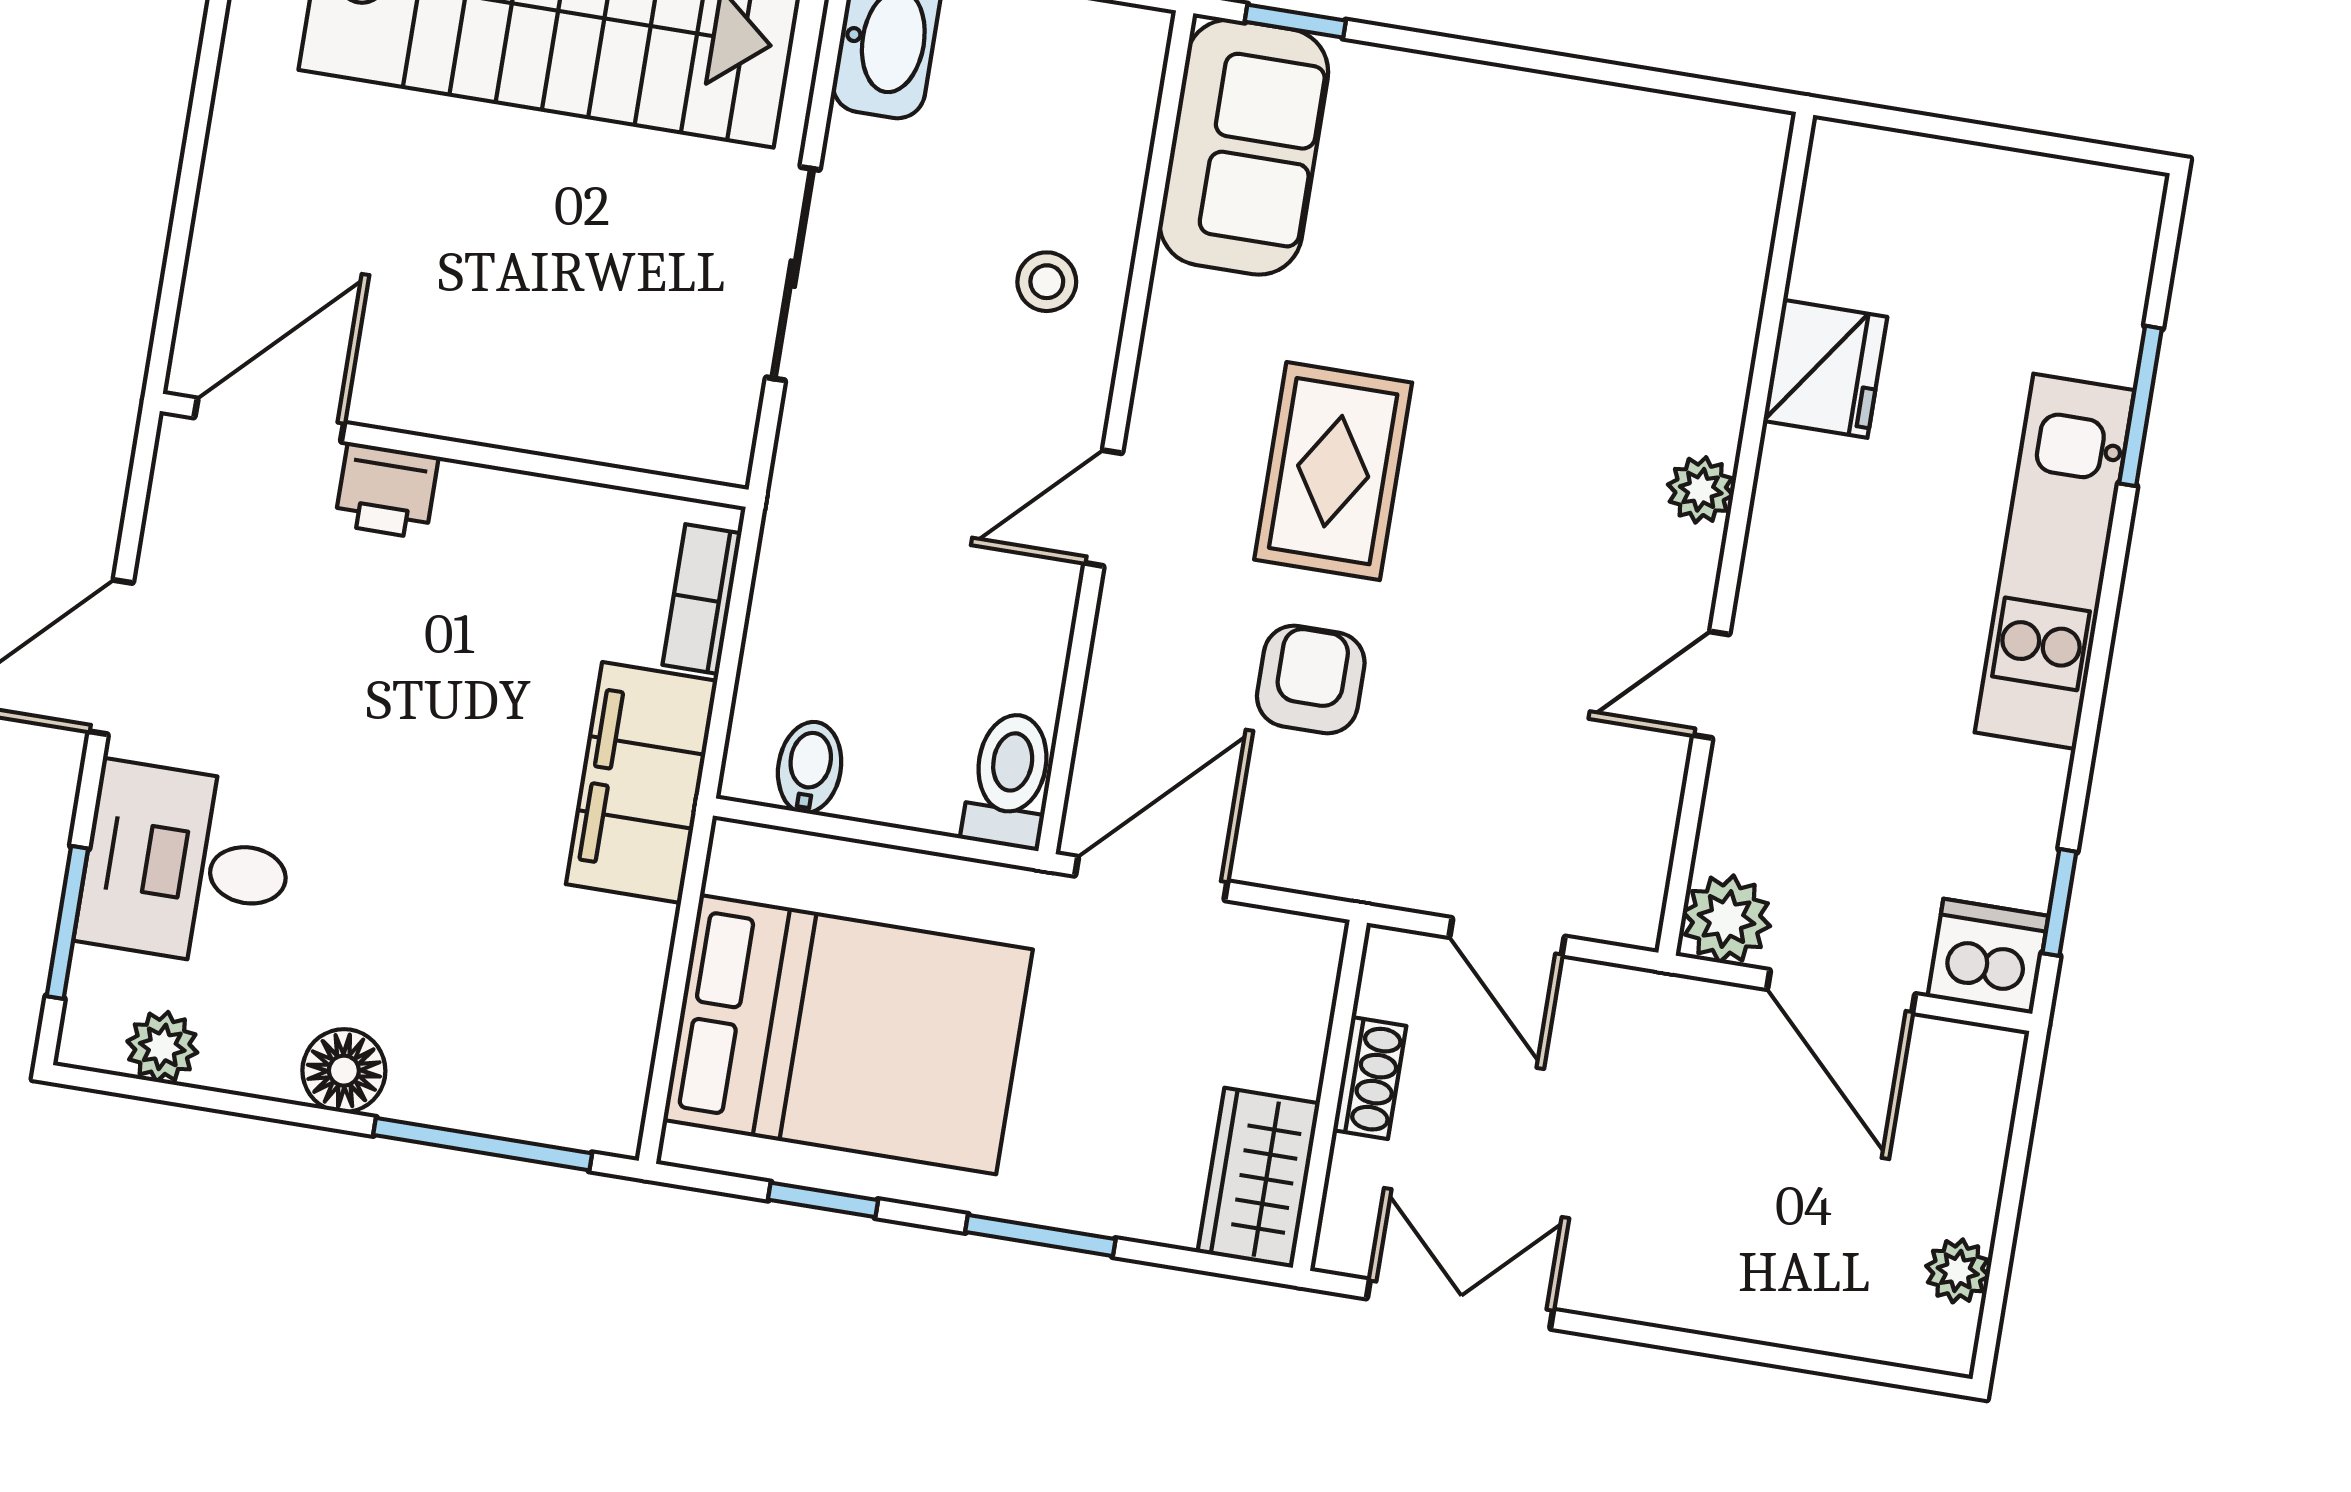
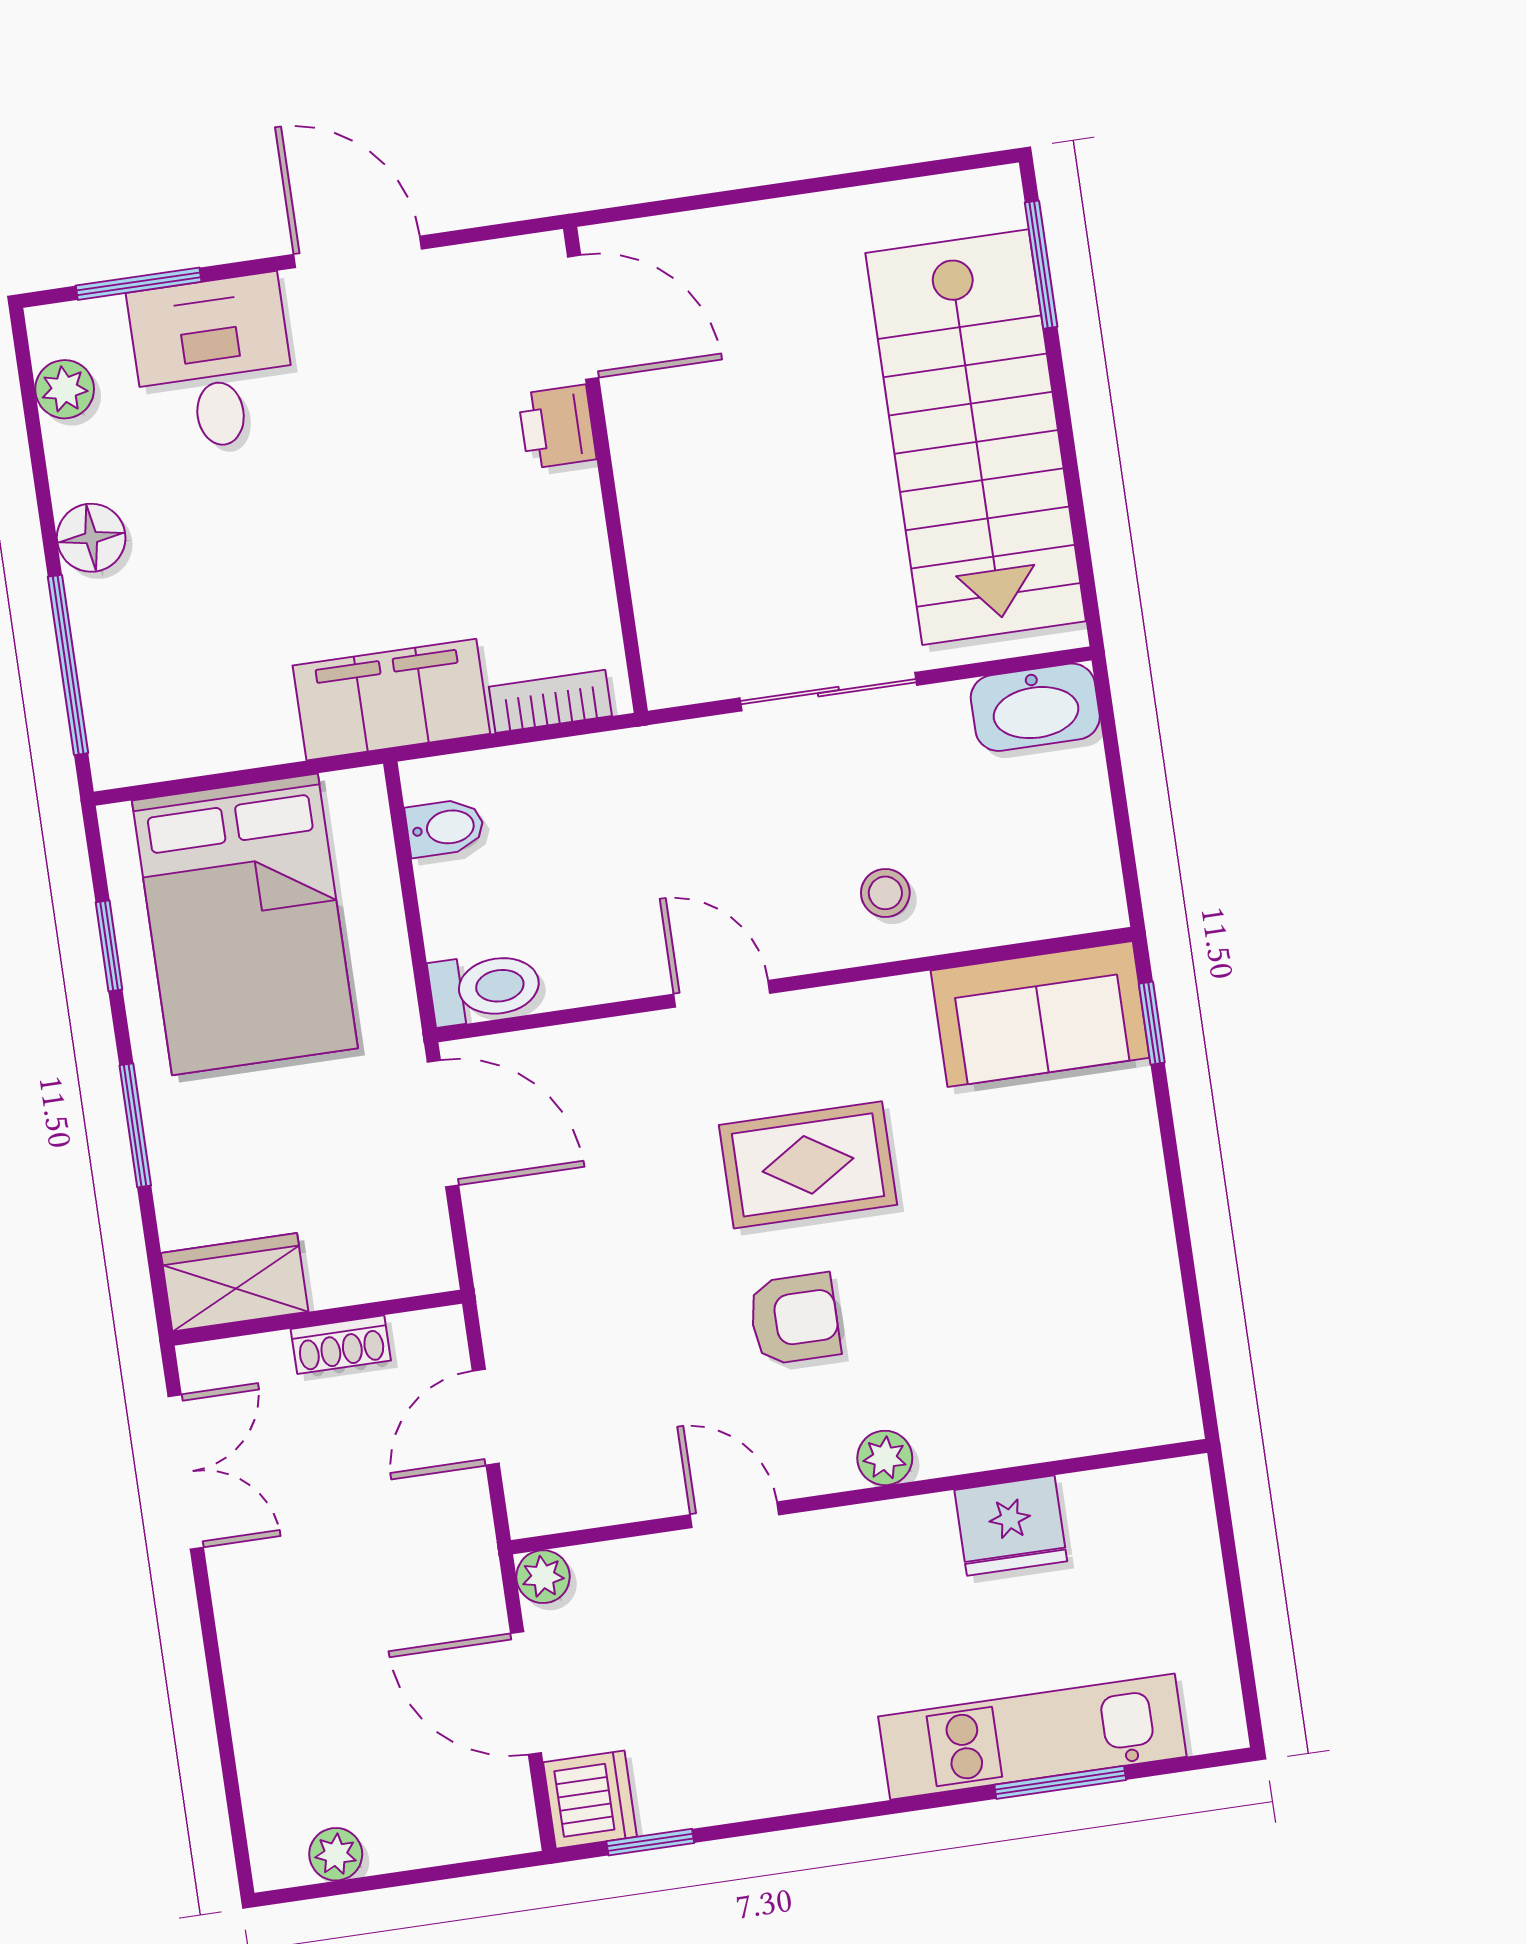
kitchen unit: (2055, 561) -> (1032, 1737), moved
armchair: (1311, 680) -> (794, 1319), moved
plant: (1726, 919) -> (543, 1577), width x0.73, depth x0.73
door: (1841, 991) -> (526, 1693), hinge flipped

